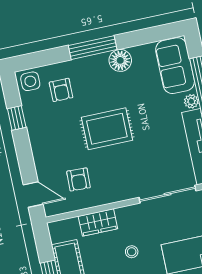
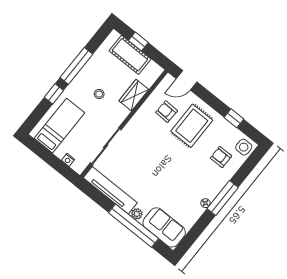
floor lamp: (120, 60) -> (205, 203), width x0.53, depth x0.53
rug: (107, 129) -> (192, 126), moved

